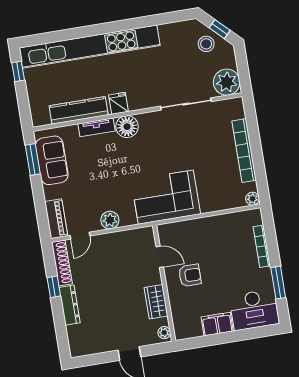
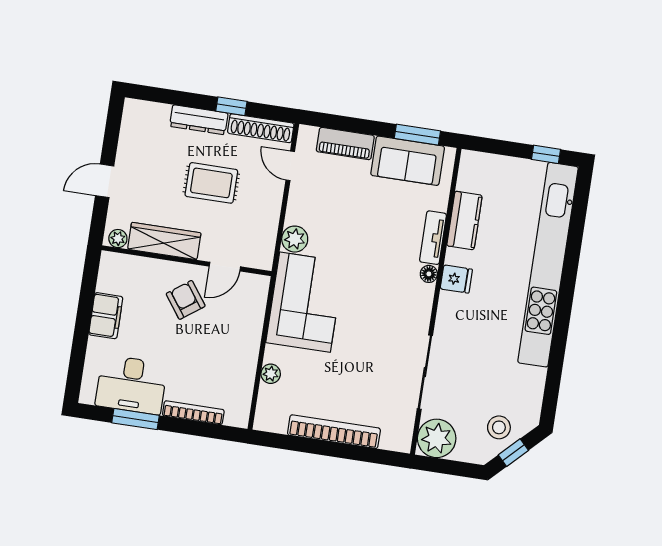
kitchen counter: (79, 110) -> (465, 221), width x0.67
floor lamp: (127, 127) -> (429, 274), width x0.53, depth x0.53
plant: (253, 199) -> (271, 374), moved
piano: (56, 219) -> (345, 144), moved
plant: (110, 220) -> (295, 239), moved
armchair: (190, 275) -> (186, 300), turned 144
rug: (108, 283) -> (211, 183), added
wardrobe: (156, 302) -> (164, 241), width x1.50
desk: (254, 310) -> (131, 385), moved, turned -90

